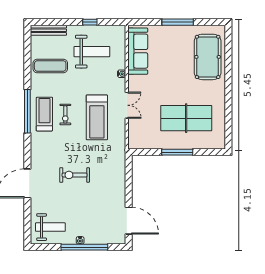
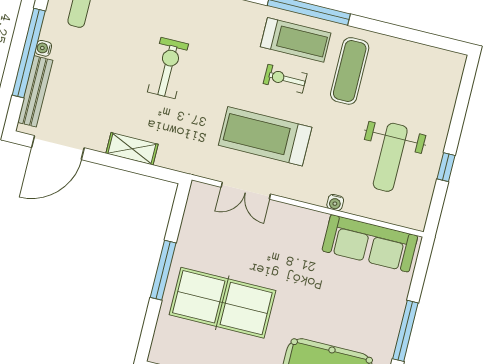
bench: (48, 30) -> (35, 91), moved
exercise mat: (50, 66) -> (350, 71), moved
double door: (127, 105) -> (246, 191), moved
table tennis table: (186, 118) -> (222, 303), turned 90
shelving: (120, 183) -> (132, 149), added

